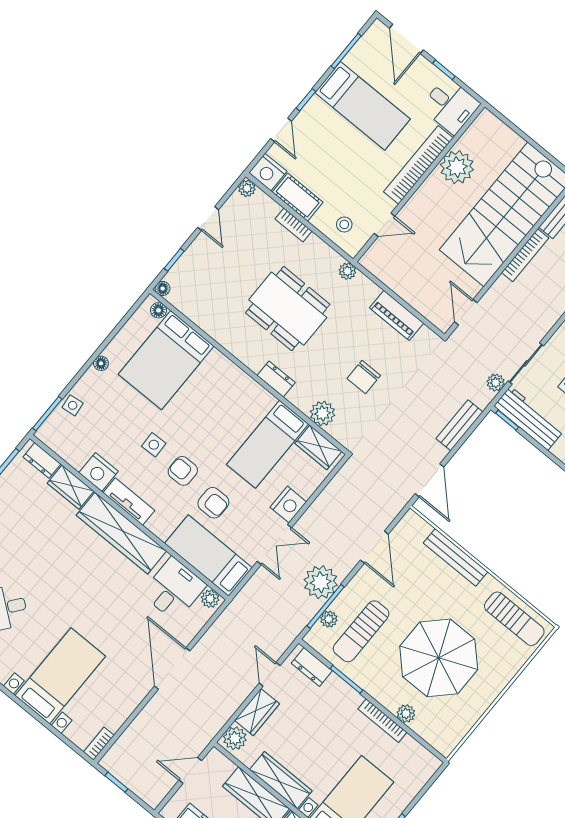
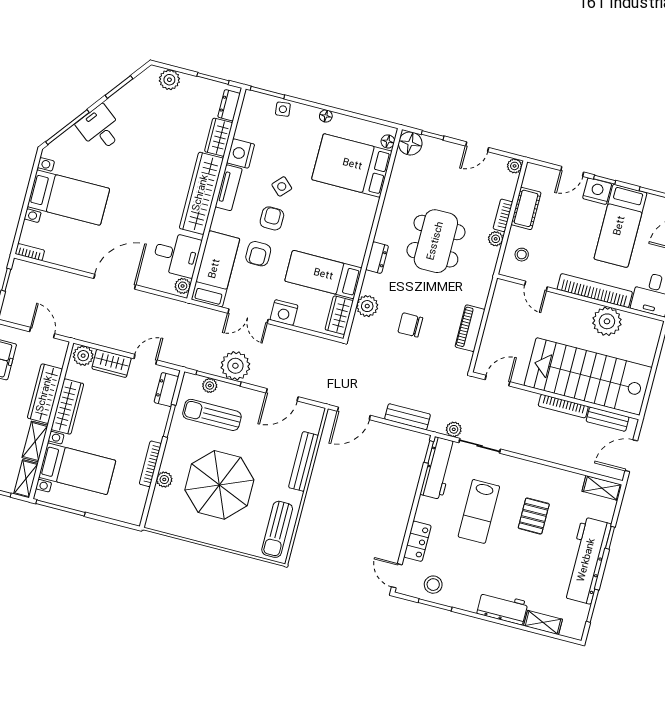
nightstand: (268, 172) -> (597, 191), moved, turned 90
plant: (347, 271) -> (496, 239), moved
floor lamp: (163, 288) -> (410, 143), width x1.89, depth x1.89
side table: (154, 445) -> (282, 186), turned 45

